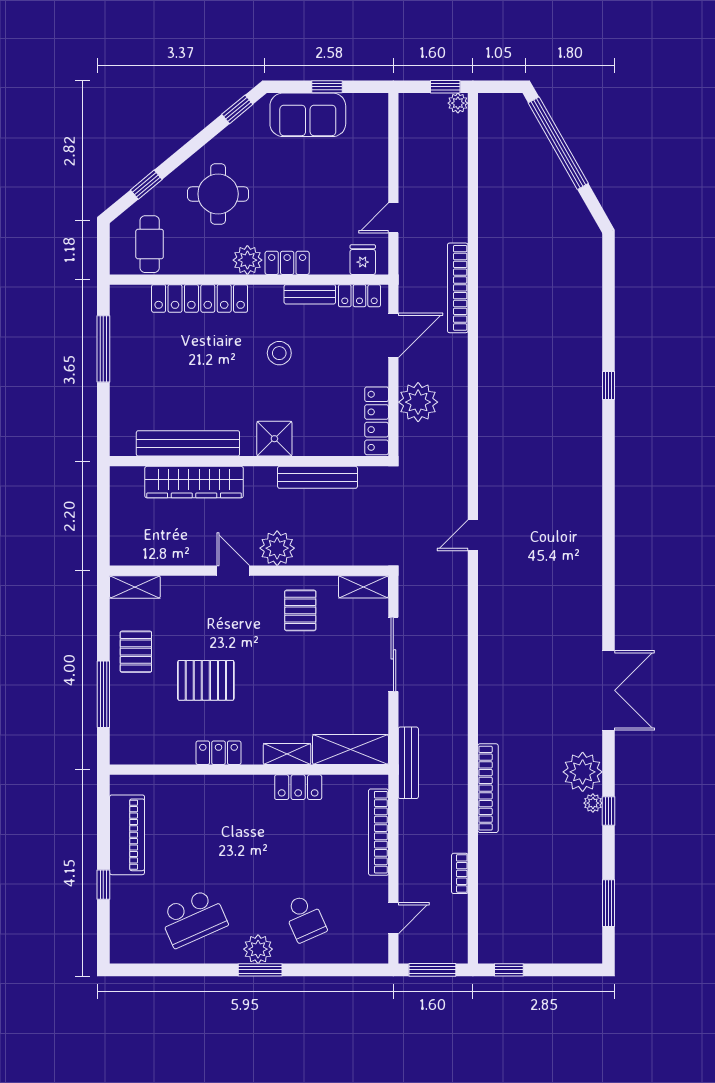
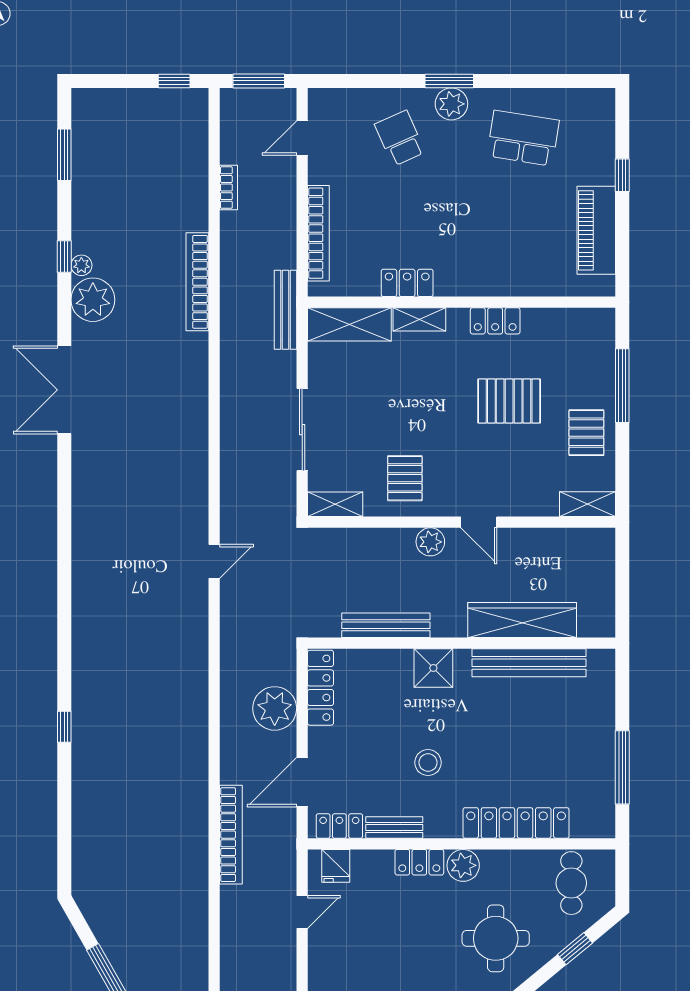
plant: (277, 548) -> (430, 542), width x0.73, depth x0.73
school desk: (193, 918) -> (523, 138), turned 33

